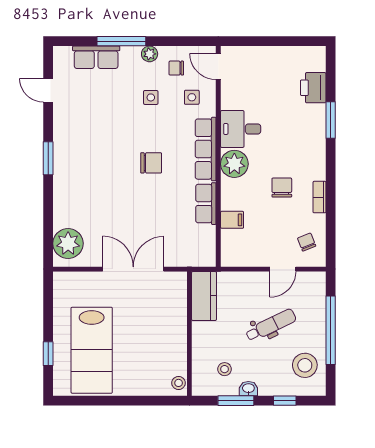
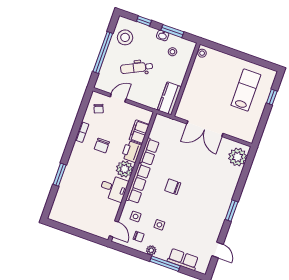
printer: (313, 88) -> (131, 151), moved, turned 180
filing cabinet: (232, 220) -> (139, 132), width x2.00
lab bench: (92, 350) -> (246, 90), width x0.73, depth x0.72

